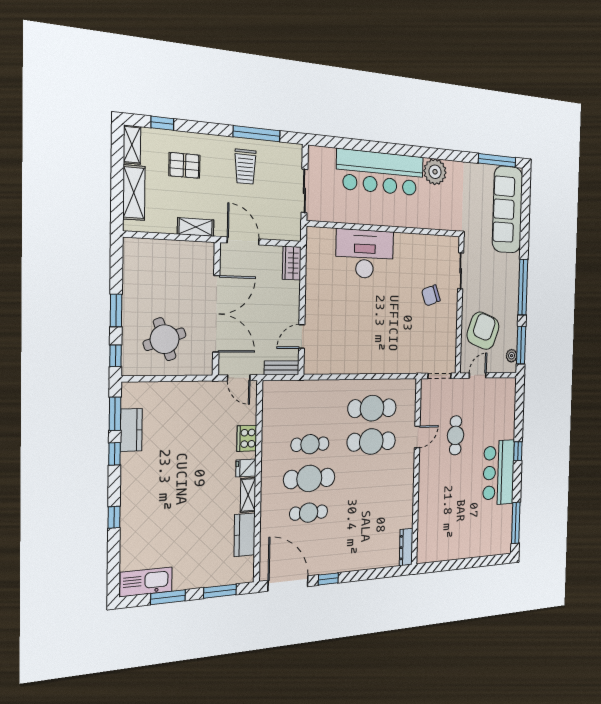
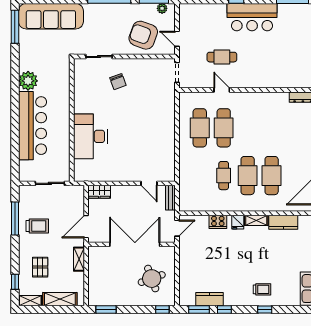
window: (116, 310) -> (106, 310), moved
trolley: (146, 511) -> (262, 289), added
cafe table: (309, 513) -> (272, 176), width x1.37, depth x1.35

